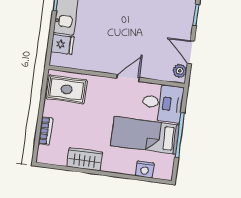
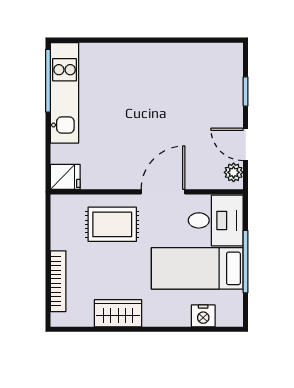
fridge: (62, 44) -> (65, 177), moved
door: (128, 78) -> (163, 192), width x1.38
rug: (67, 89) -> (112, 224), moved
bookcase: (46, 131) -> (58, 281), width x1.56

